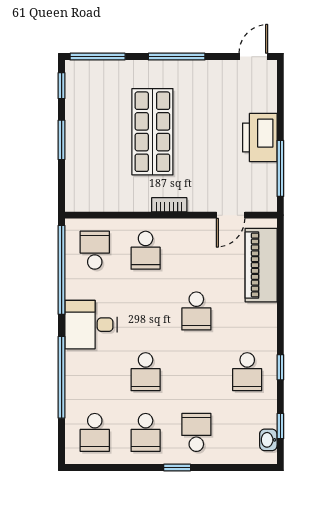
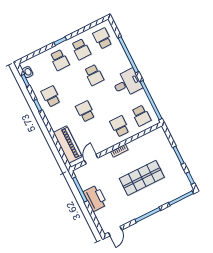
shop shelf: (152, 132) -> (142, 178), turned 90
school desk: (146, 372) -> (94, 75), turned 180
school desk: (146, 432) -> (81, 49), turned 180

